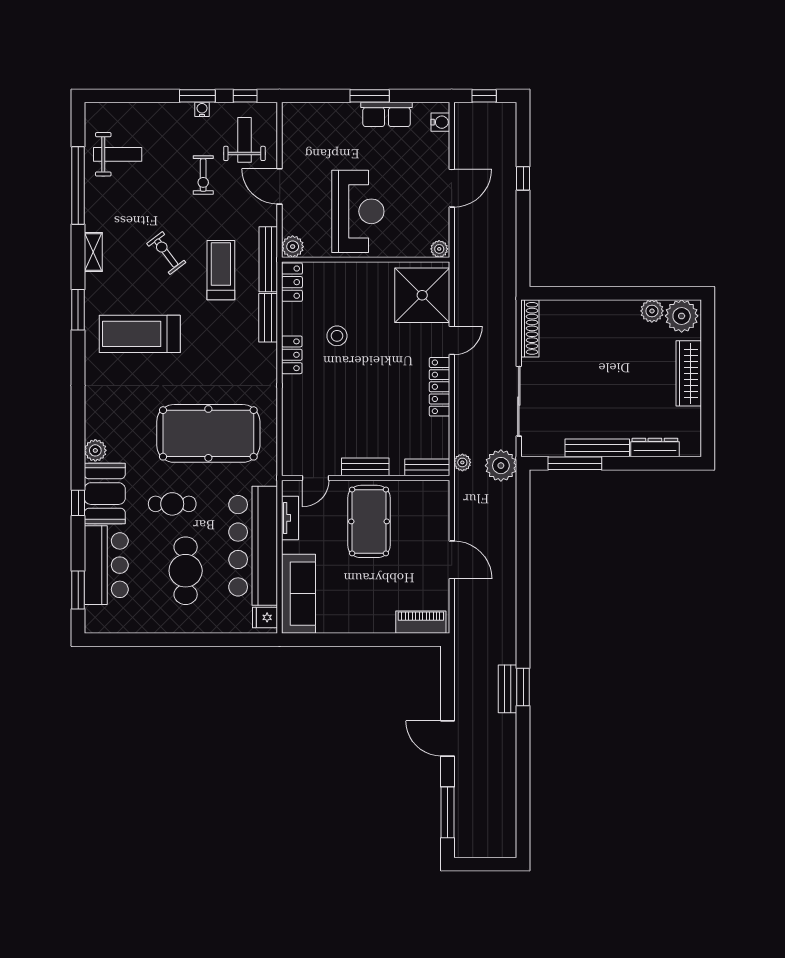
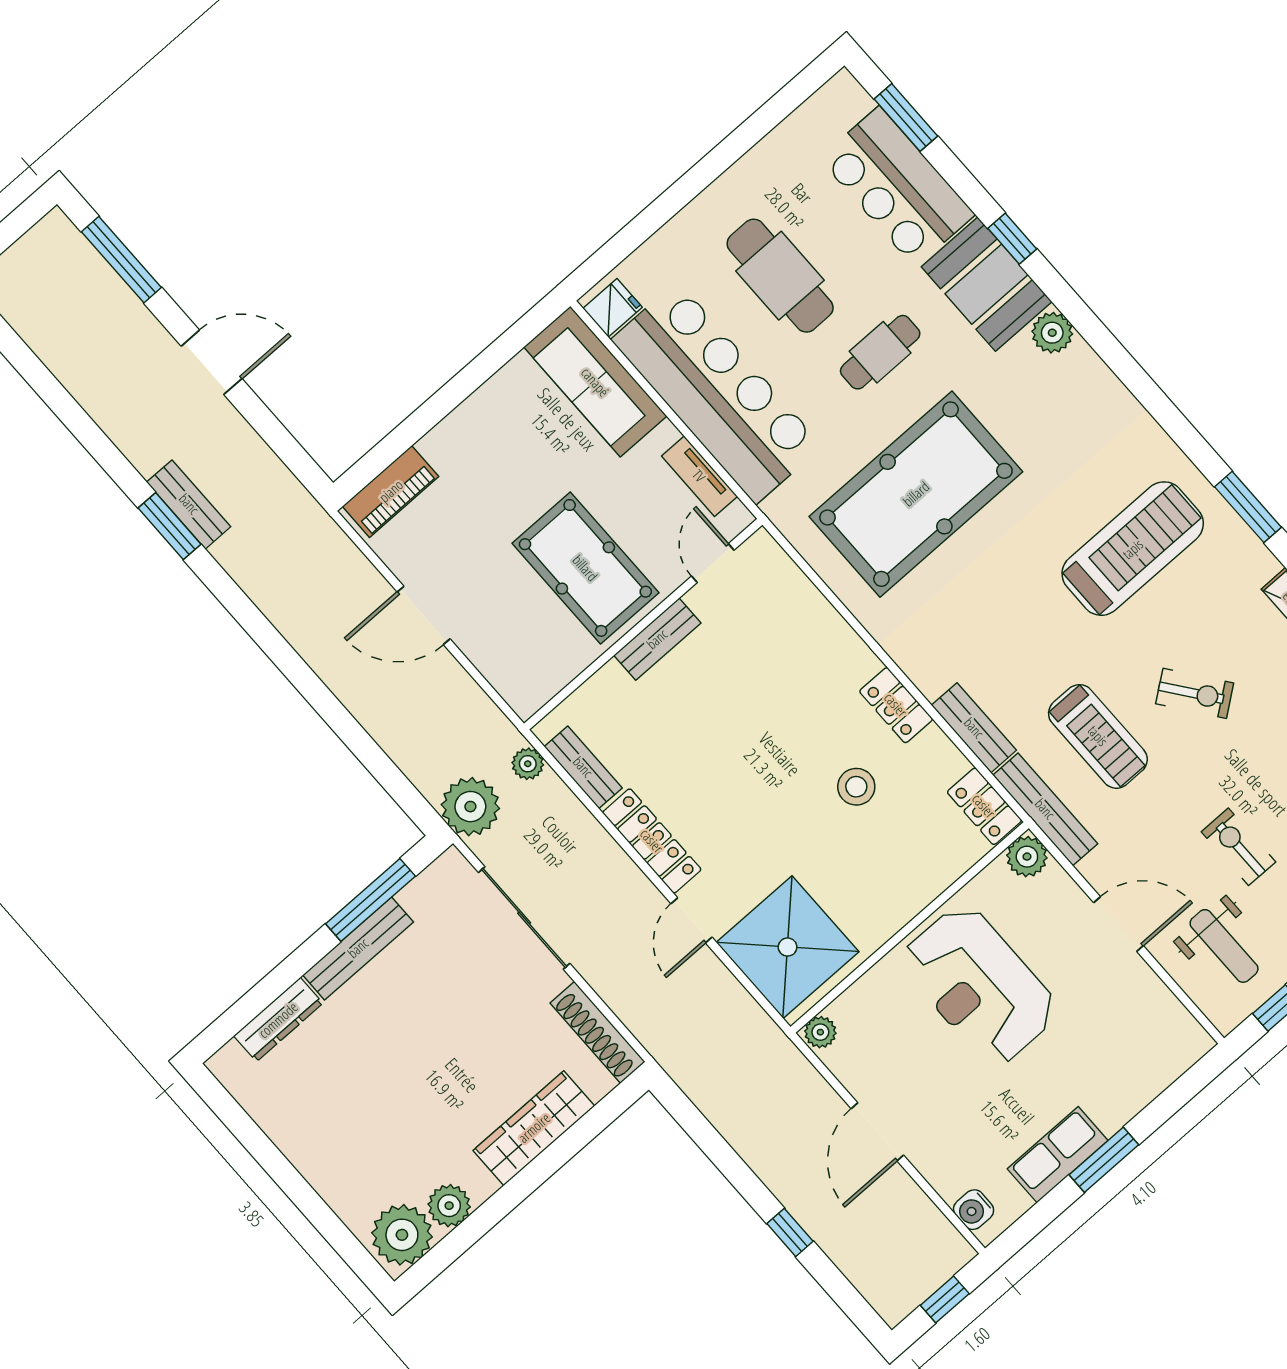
wardrobe: (689, 373) -> (534, 1128), moved, turned -90
bench: (427, 467) -> (583, 767), moved, turned 90

